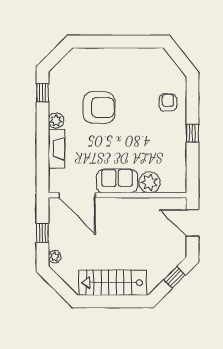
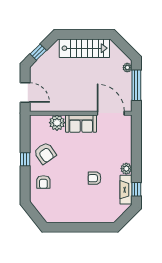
armchair: (99, 108) -> (95, 178), width x0.53, depth x0.53
armchair: (166, 141) -> (45, 153), added
fireplace: (57, 149) -> (126, 190), moved
window: (43, 233) -> (136, 85), width x2.17

